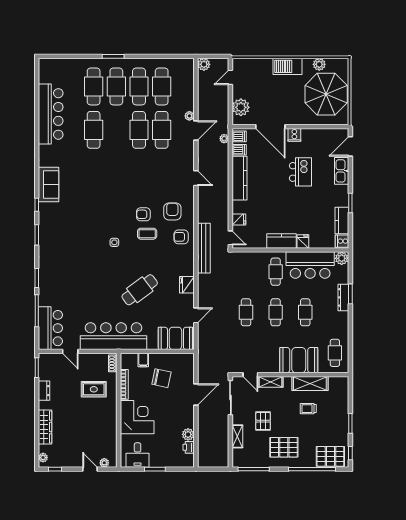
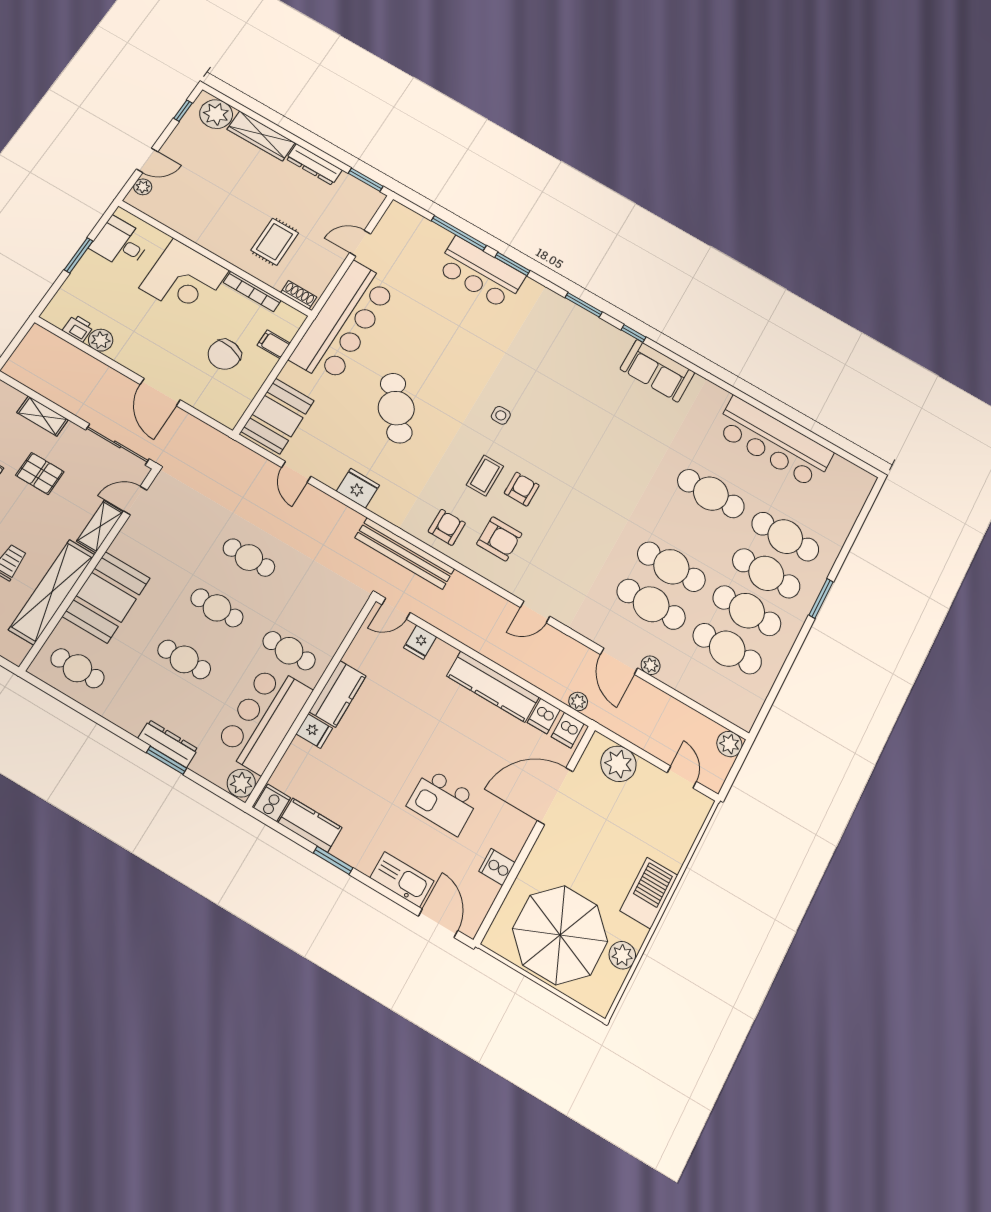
cooker: (294, 135) -> (497, 867), moved
bar counter: (50, 328) -> (480, 273), moved
shelving: (310, 383) -> (52, 592), width x1.47
dresser: (44, 391) -> (314, 164), width x1.44
plant: (43, 458) -> (216, 114), width x1.88, depth x1.88

